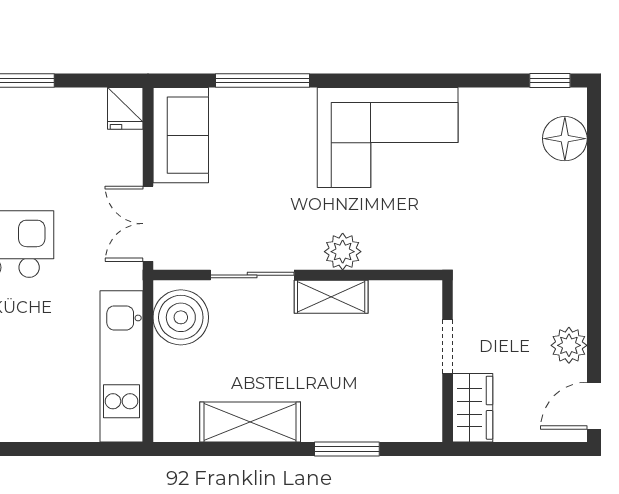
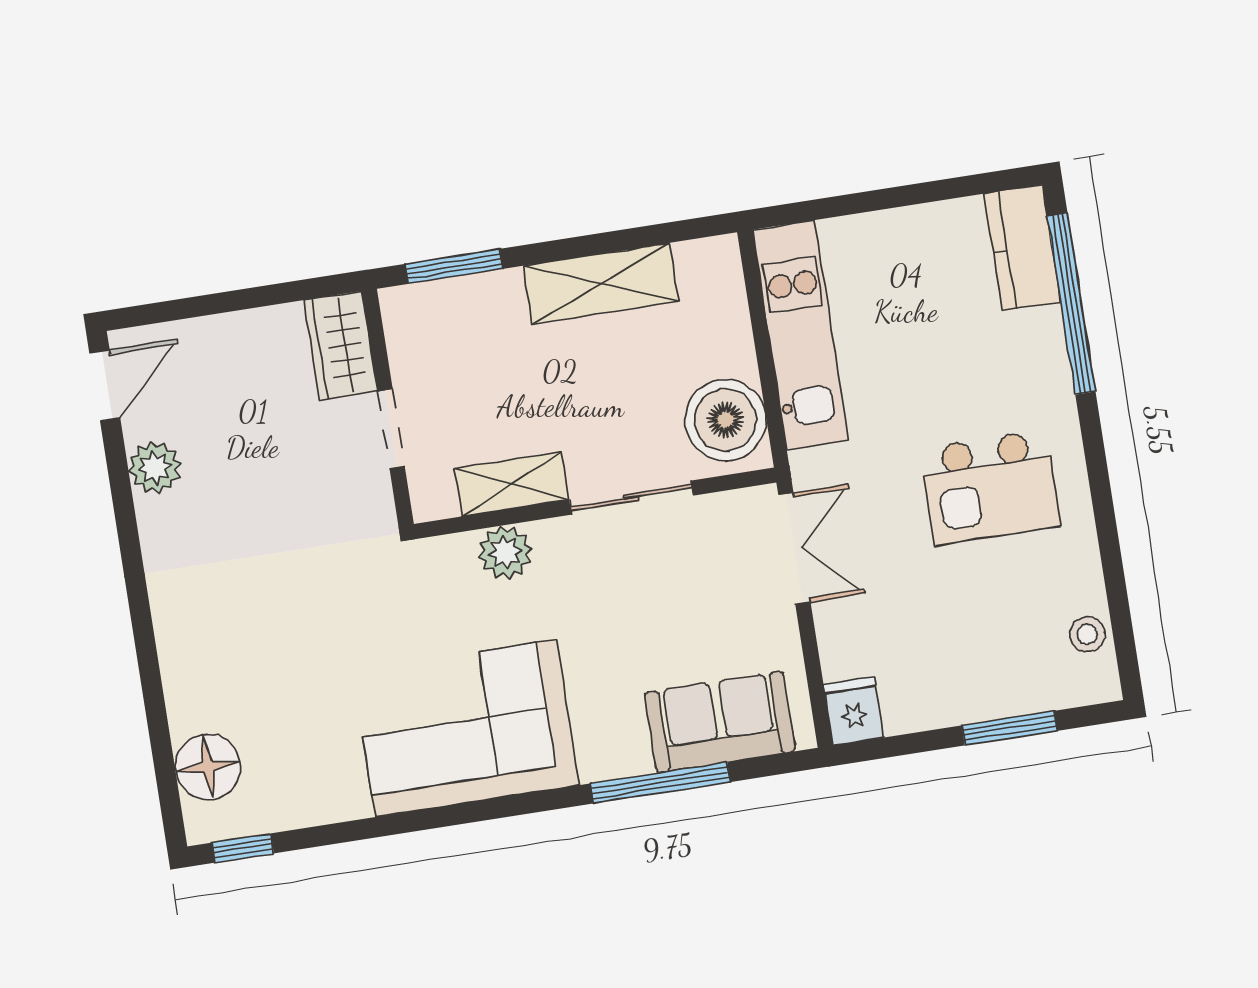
sofa: (181, 135) -> (720, 722), moved, turned 90
doorway: (448, 346) -> (391, 429), moved
wall: (448, 361) -> (388, 407), moved
wardrobe: (473, 408) -> (341, 346), moved

